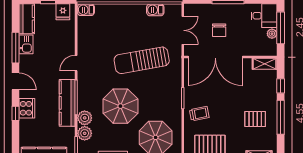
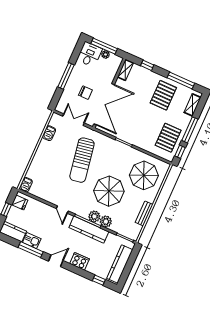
window: (16, 113) -> (99, 280), moved
trolley: (199, 114) -> (141, 135), removed
window: (281, 117) -> (181, 80), moved
pallet: (255, 119) -> (163, 95), width x1.50, depth x1.42
plant: (85, 133) -> (94, 216), moved

